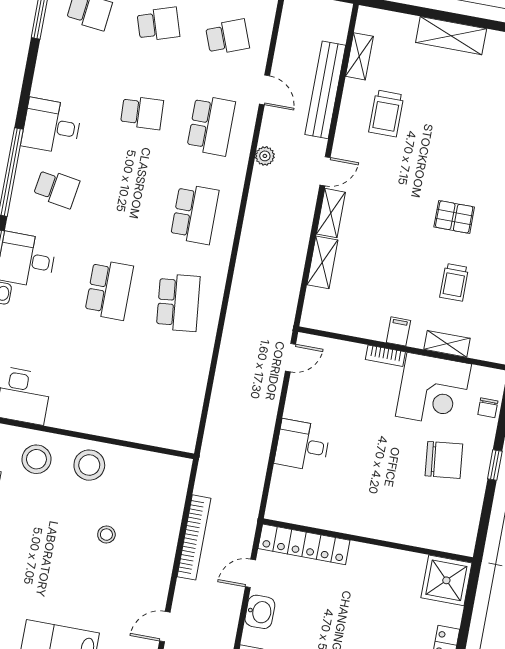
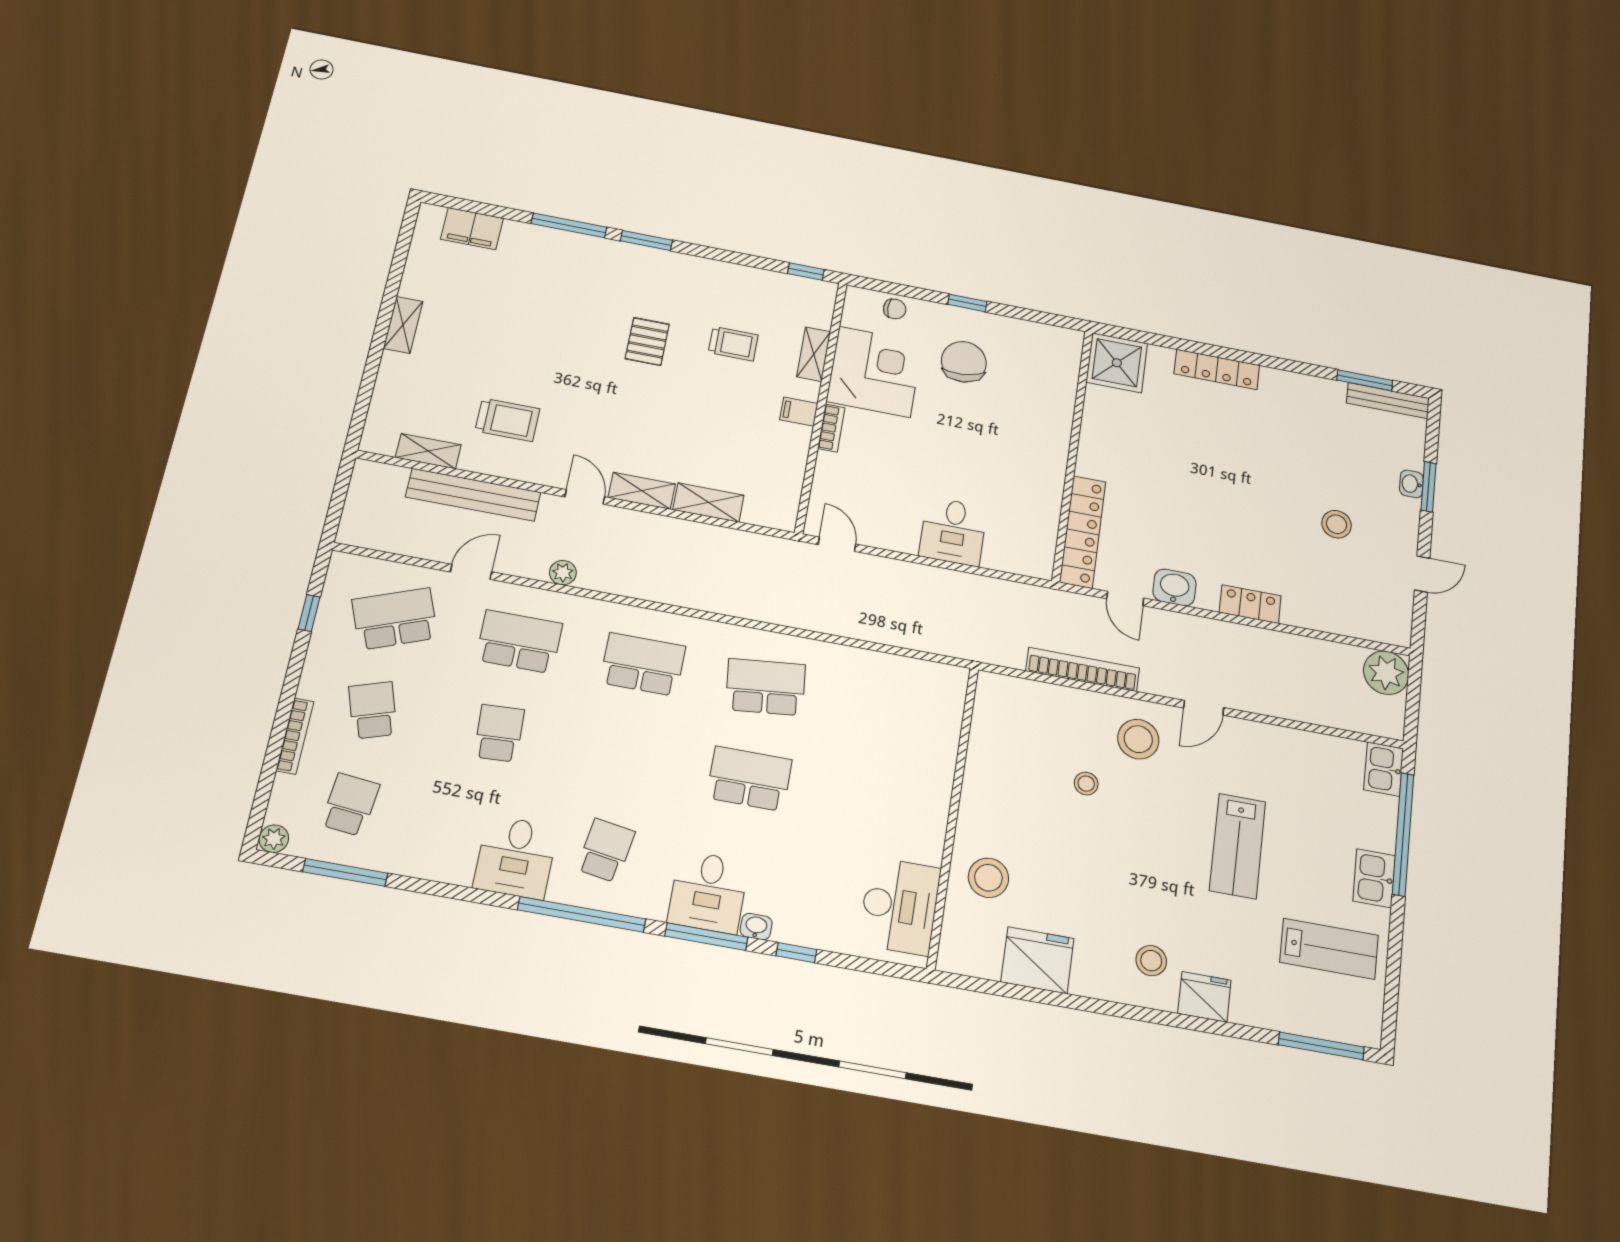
shelving: (451, 36) -> (403, 325), width x0.67, depth x0.75
school desk: (227, 37) -> (395, 619), width x1.85
stool: (89, 465) -> (1138, 739), moved
door: (165, 627) -> (1204, 708), hinge flipped

